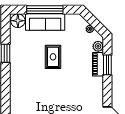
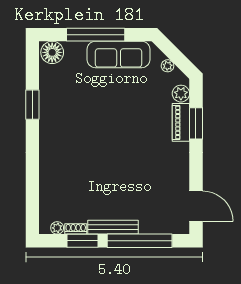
sofa: (45, 22) -> (119, 54), moved
rug: (53, 57) -> (109, 110), removed

